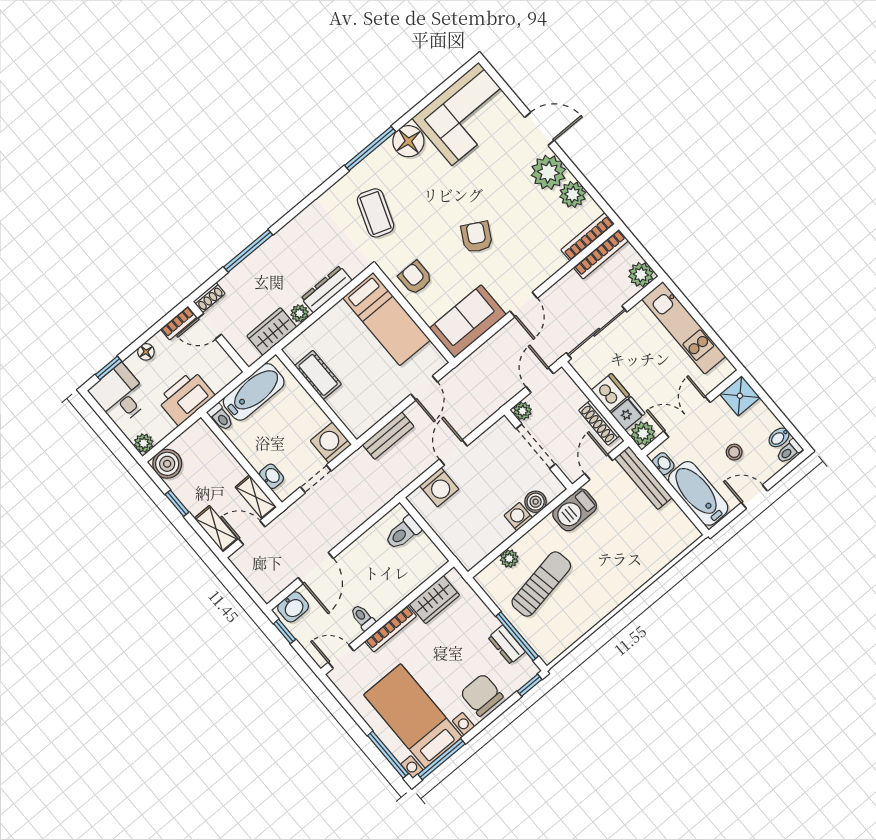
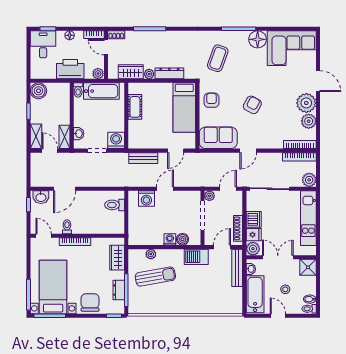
plant: (144, 443) -> (98, 74), moved
wardrobe: (434, 600) -> (117, 258), moved, turned 90

